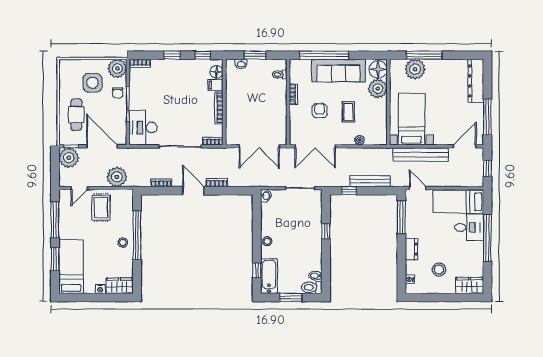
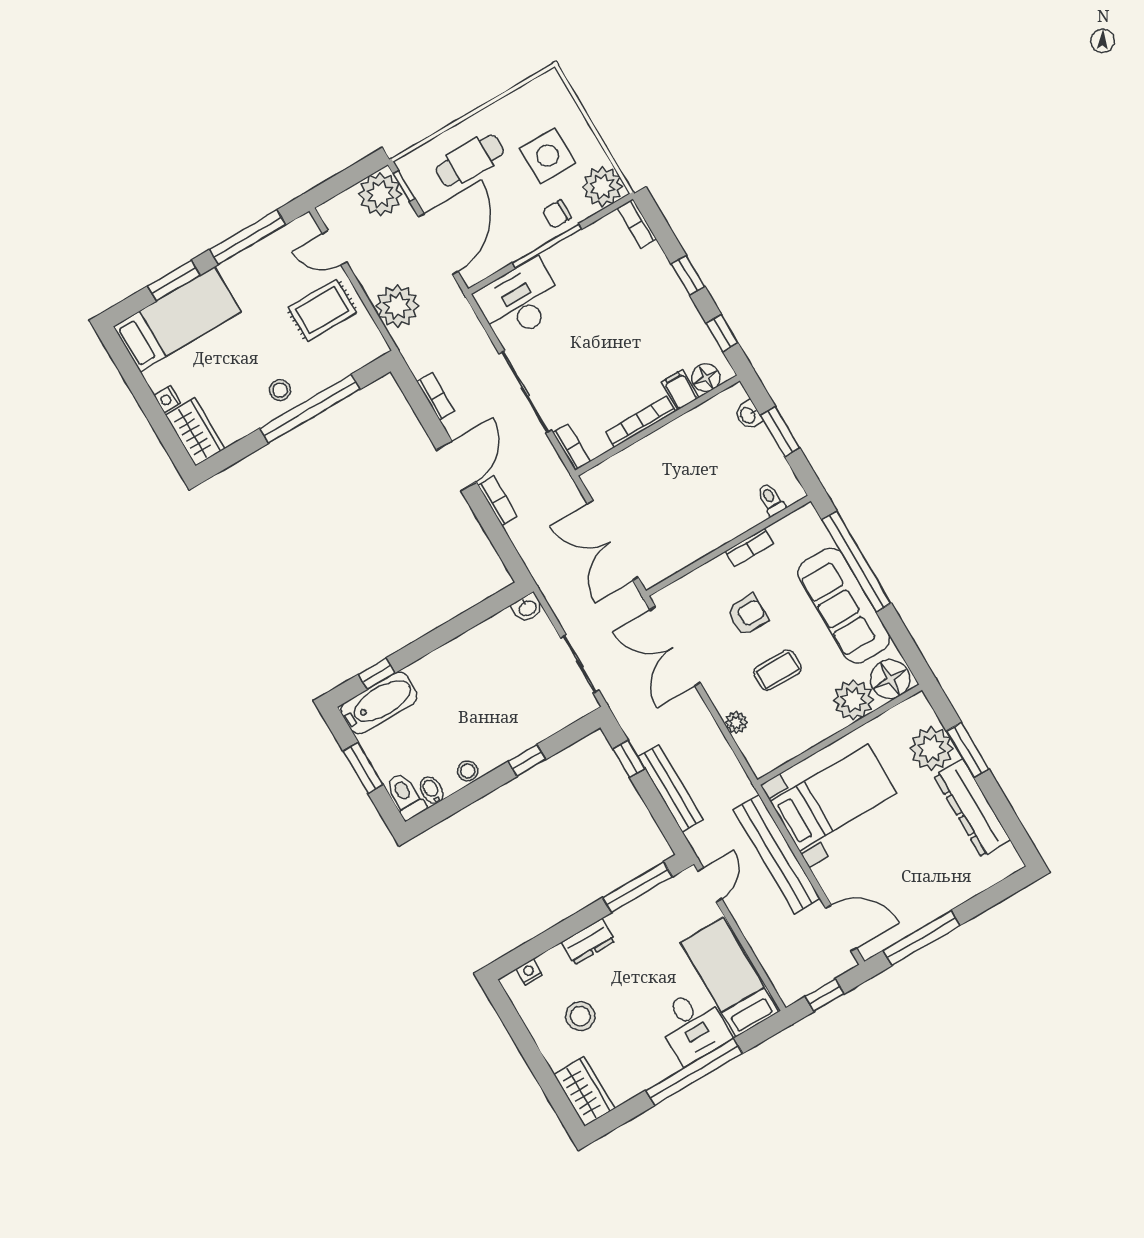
window: (424, 55) -> (968, 750), width x0.69
dresser: (476, 81) -> (972, 808), moved, turned -90
stool: (267, 241) -> (468, 771), moved

